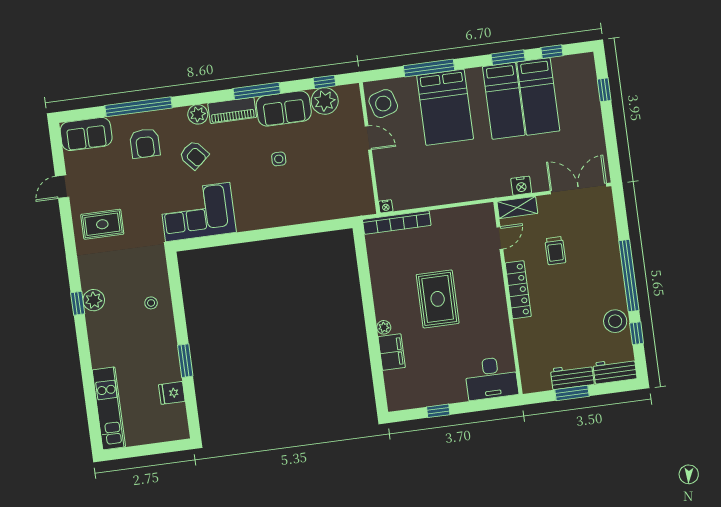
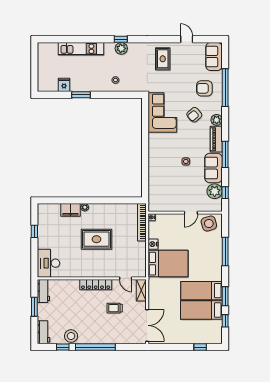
bed: (445, 107) -> (168, 264), moved, turned 180
nightstand: (521, 186) -> (153, 244), moved
workbench: (572, 377) -> (43, 291), moved
kitchen unit: (109, 408) -> (81, 49), moved

